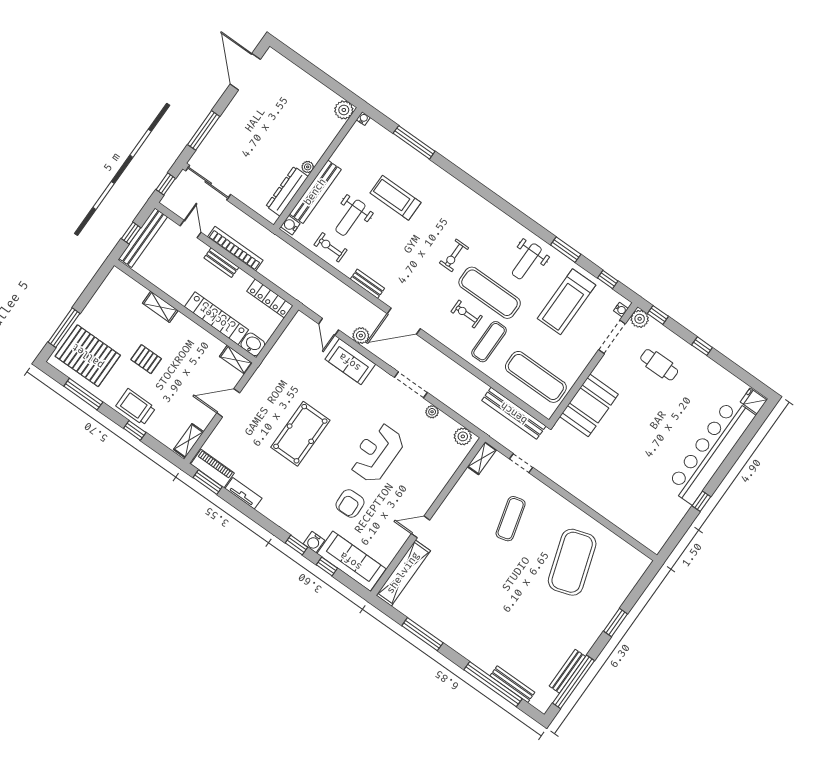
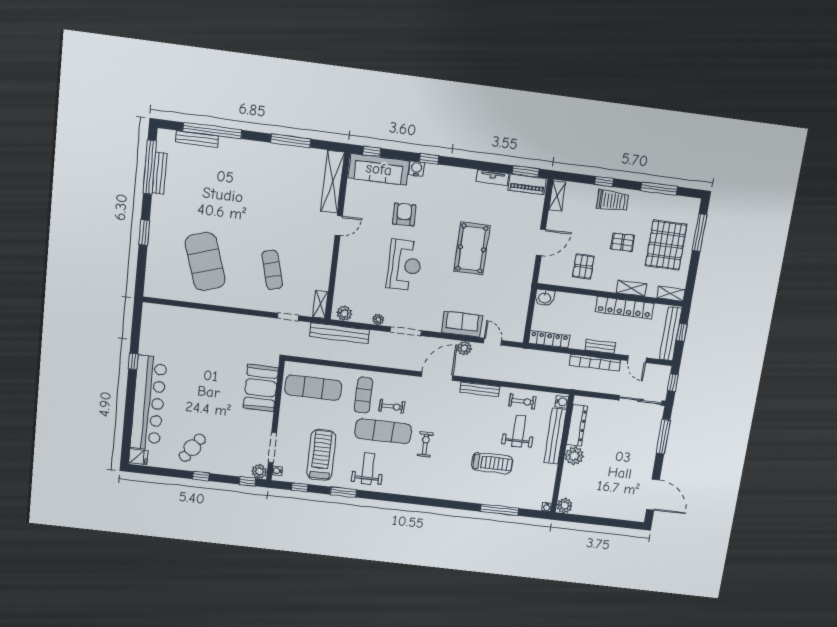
plant: (308, 167) -> (574, 456), width x1.88, depth x1.88
bench: (367, 284) -> (480, 389), width x1.36
locker: (216, 318) -> (625, 308), moved
pallet: (198, 355) -> (583, 266), added
pallet: (88, 356) -> (666, 245), moved, turned 90
shelving: (236, 360) -> (671, 294), moved
cafe table: (659, 365) -> (192, 448), moved, turned -56
bench: (514, 413) -> (340, 333), moved
window: (327, 567) -> (372, 151), moved

